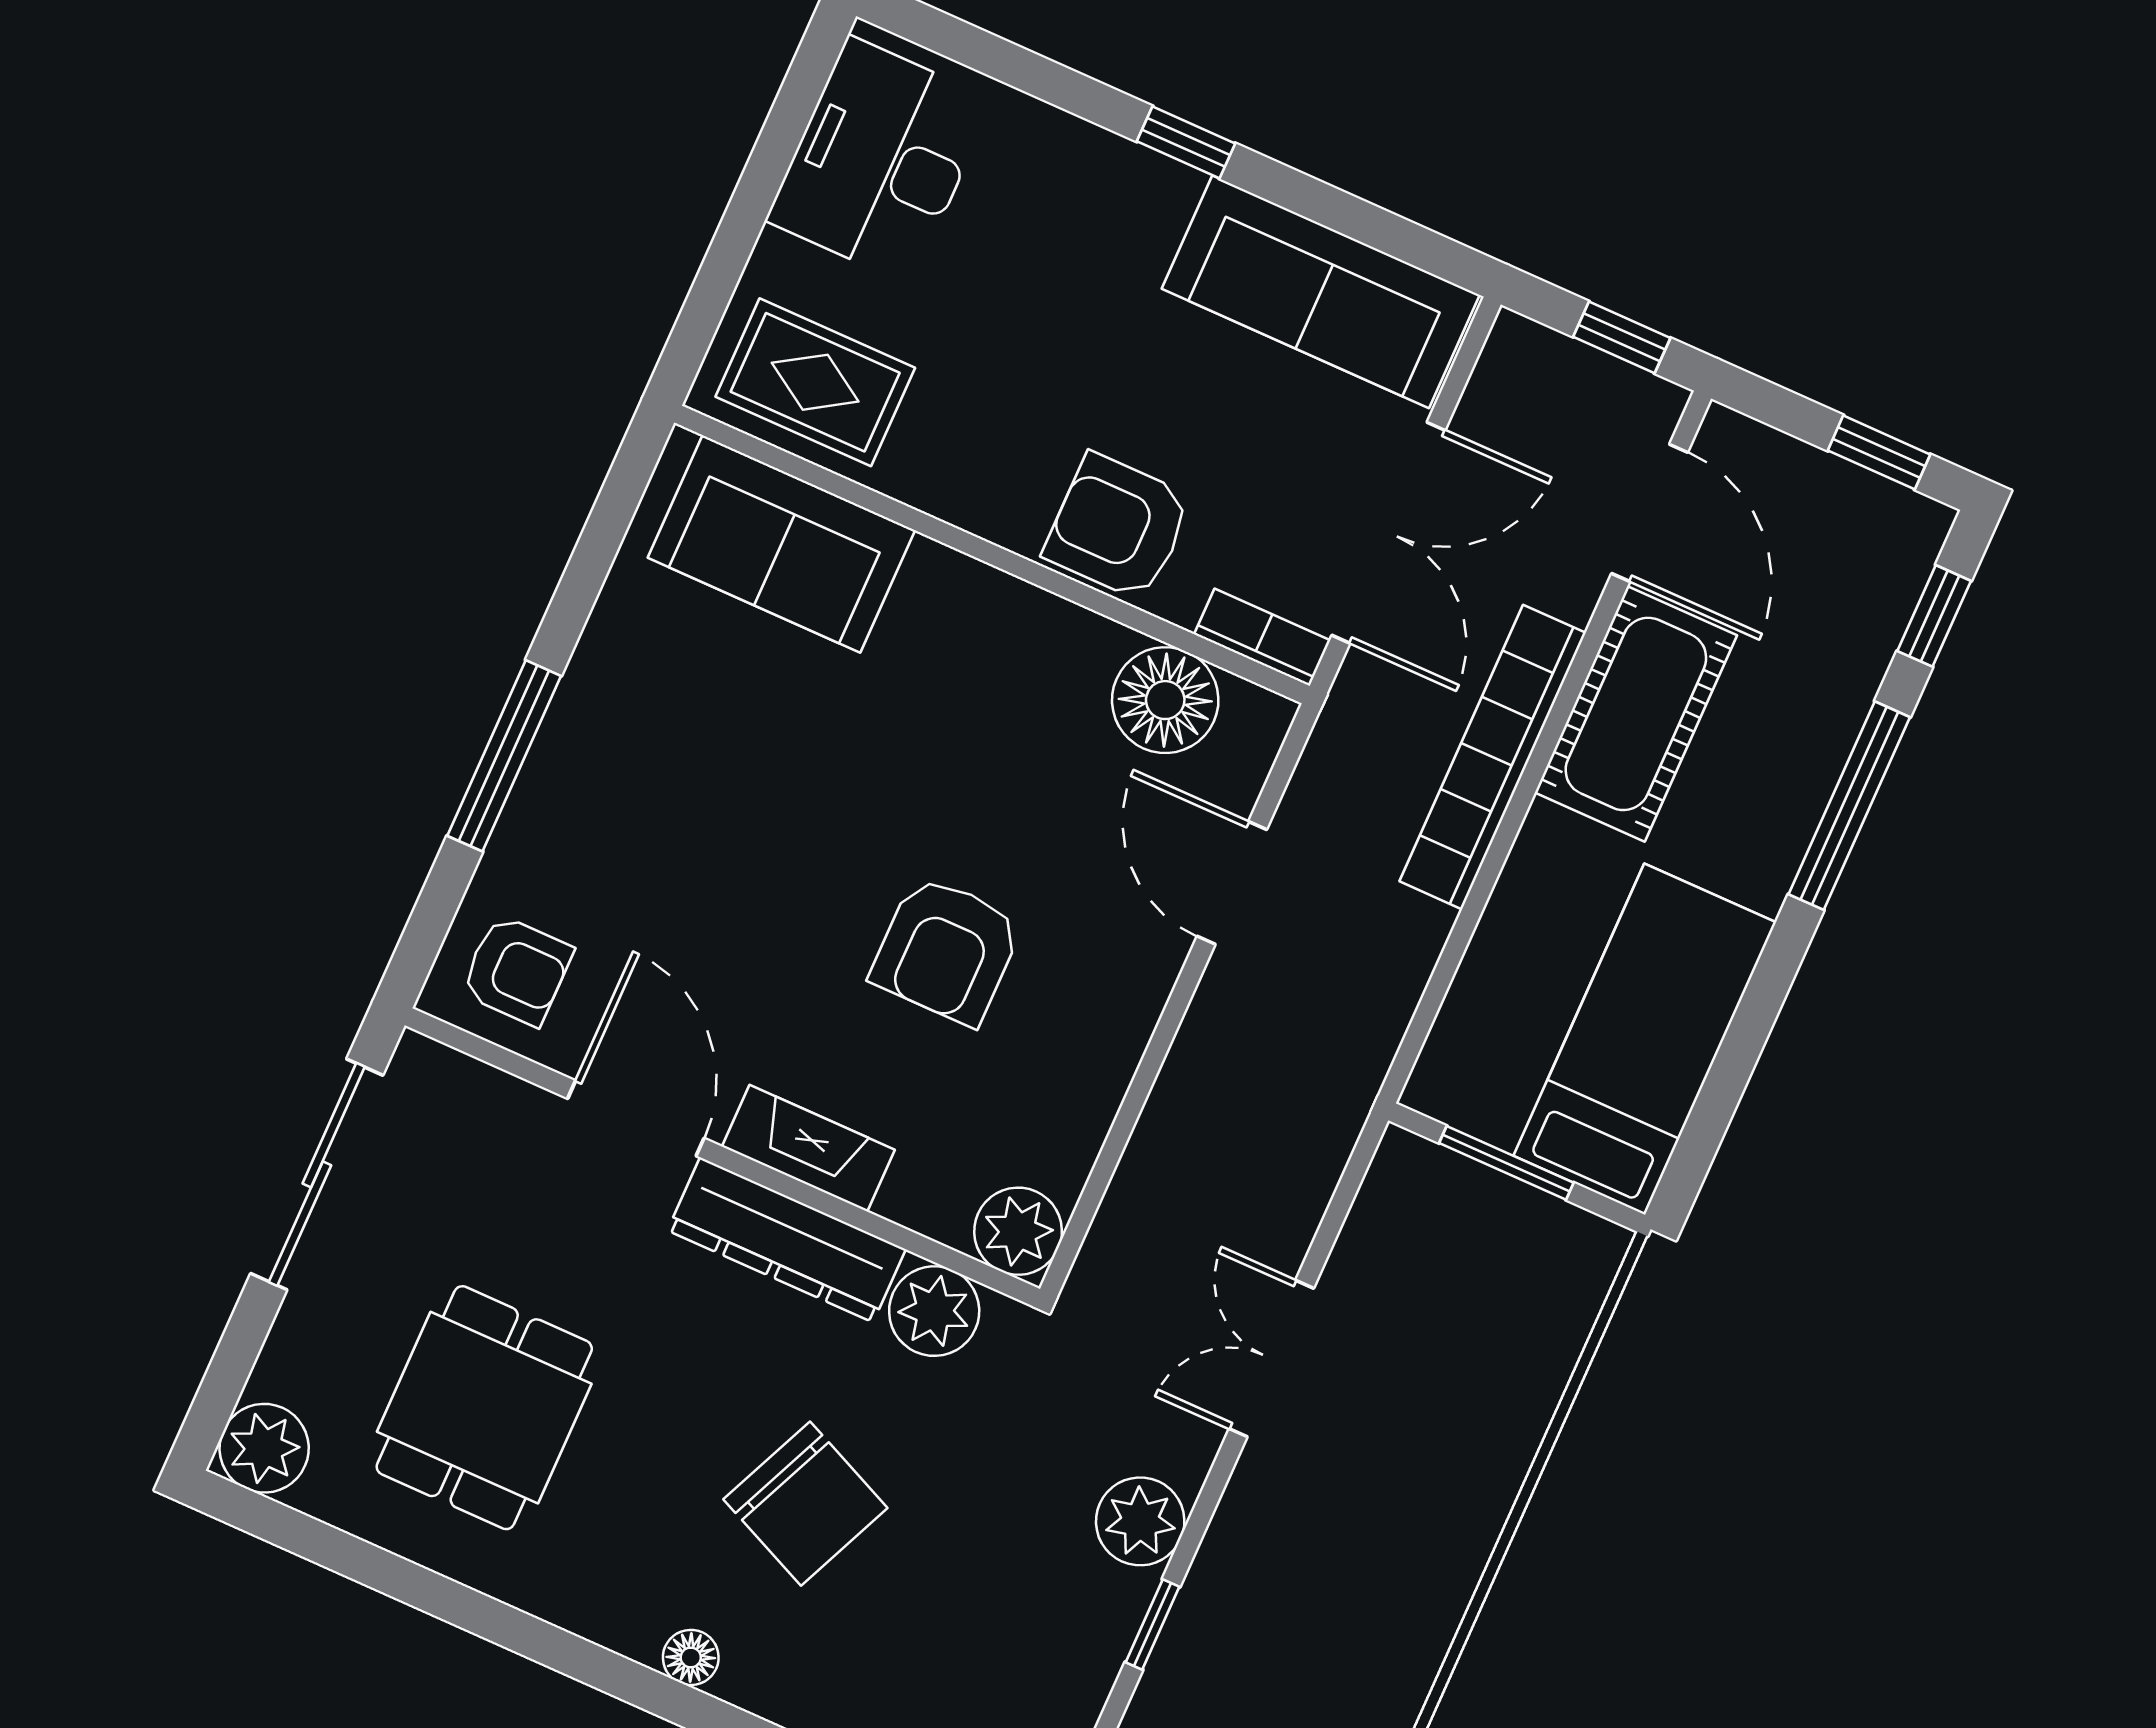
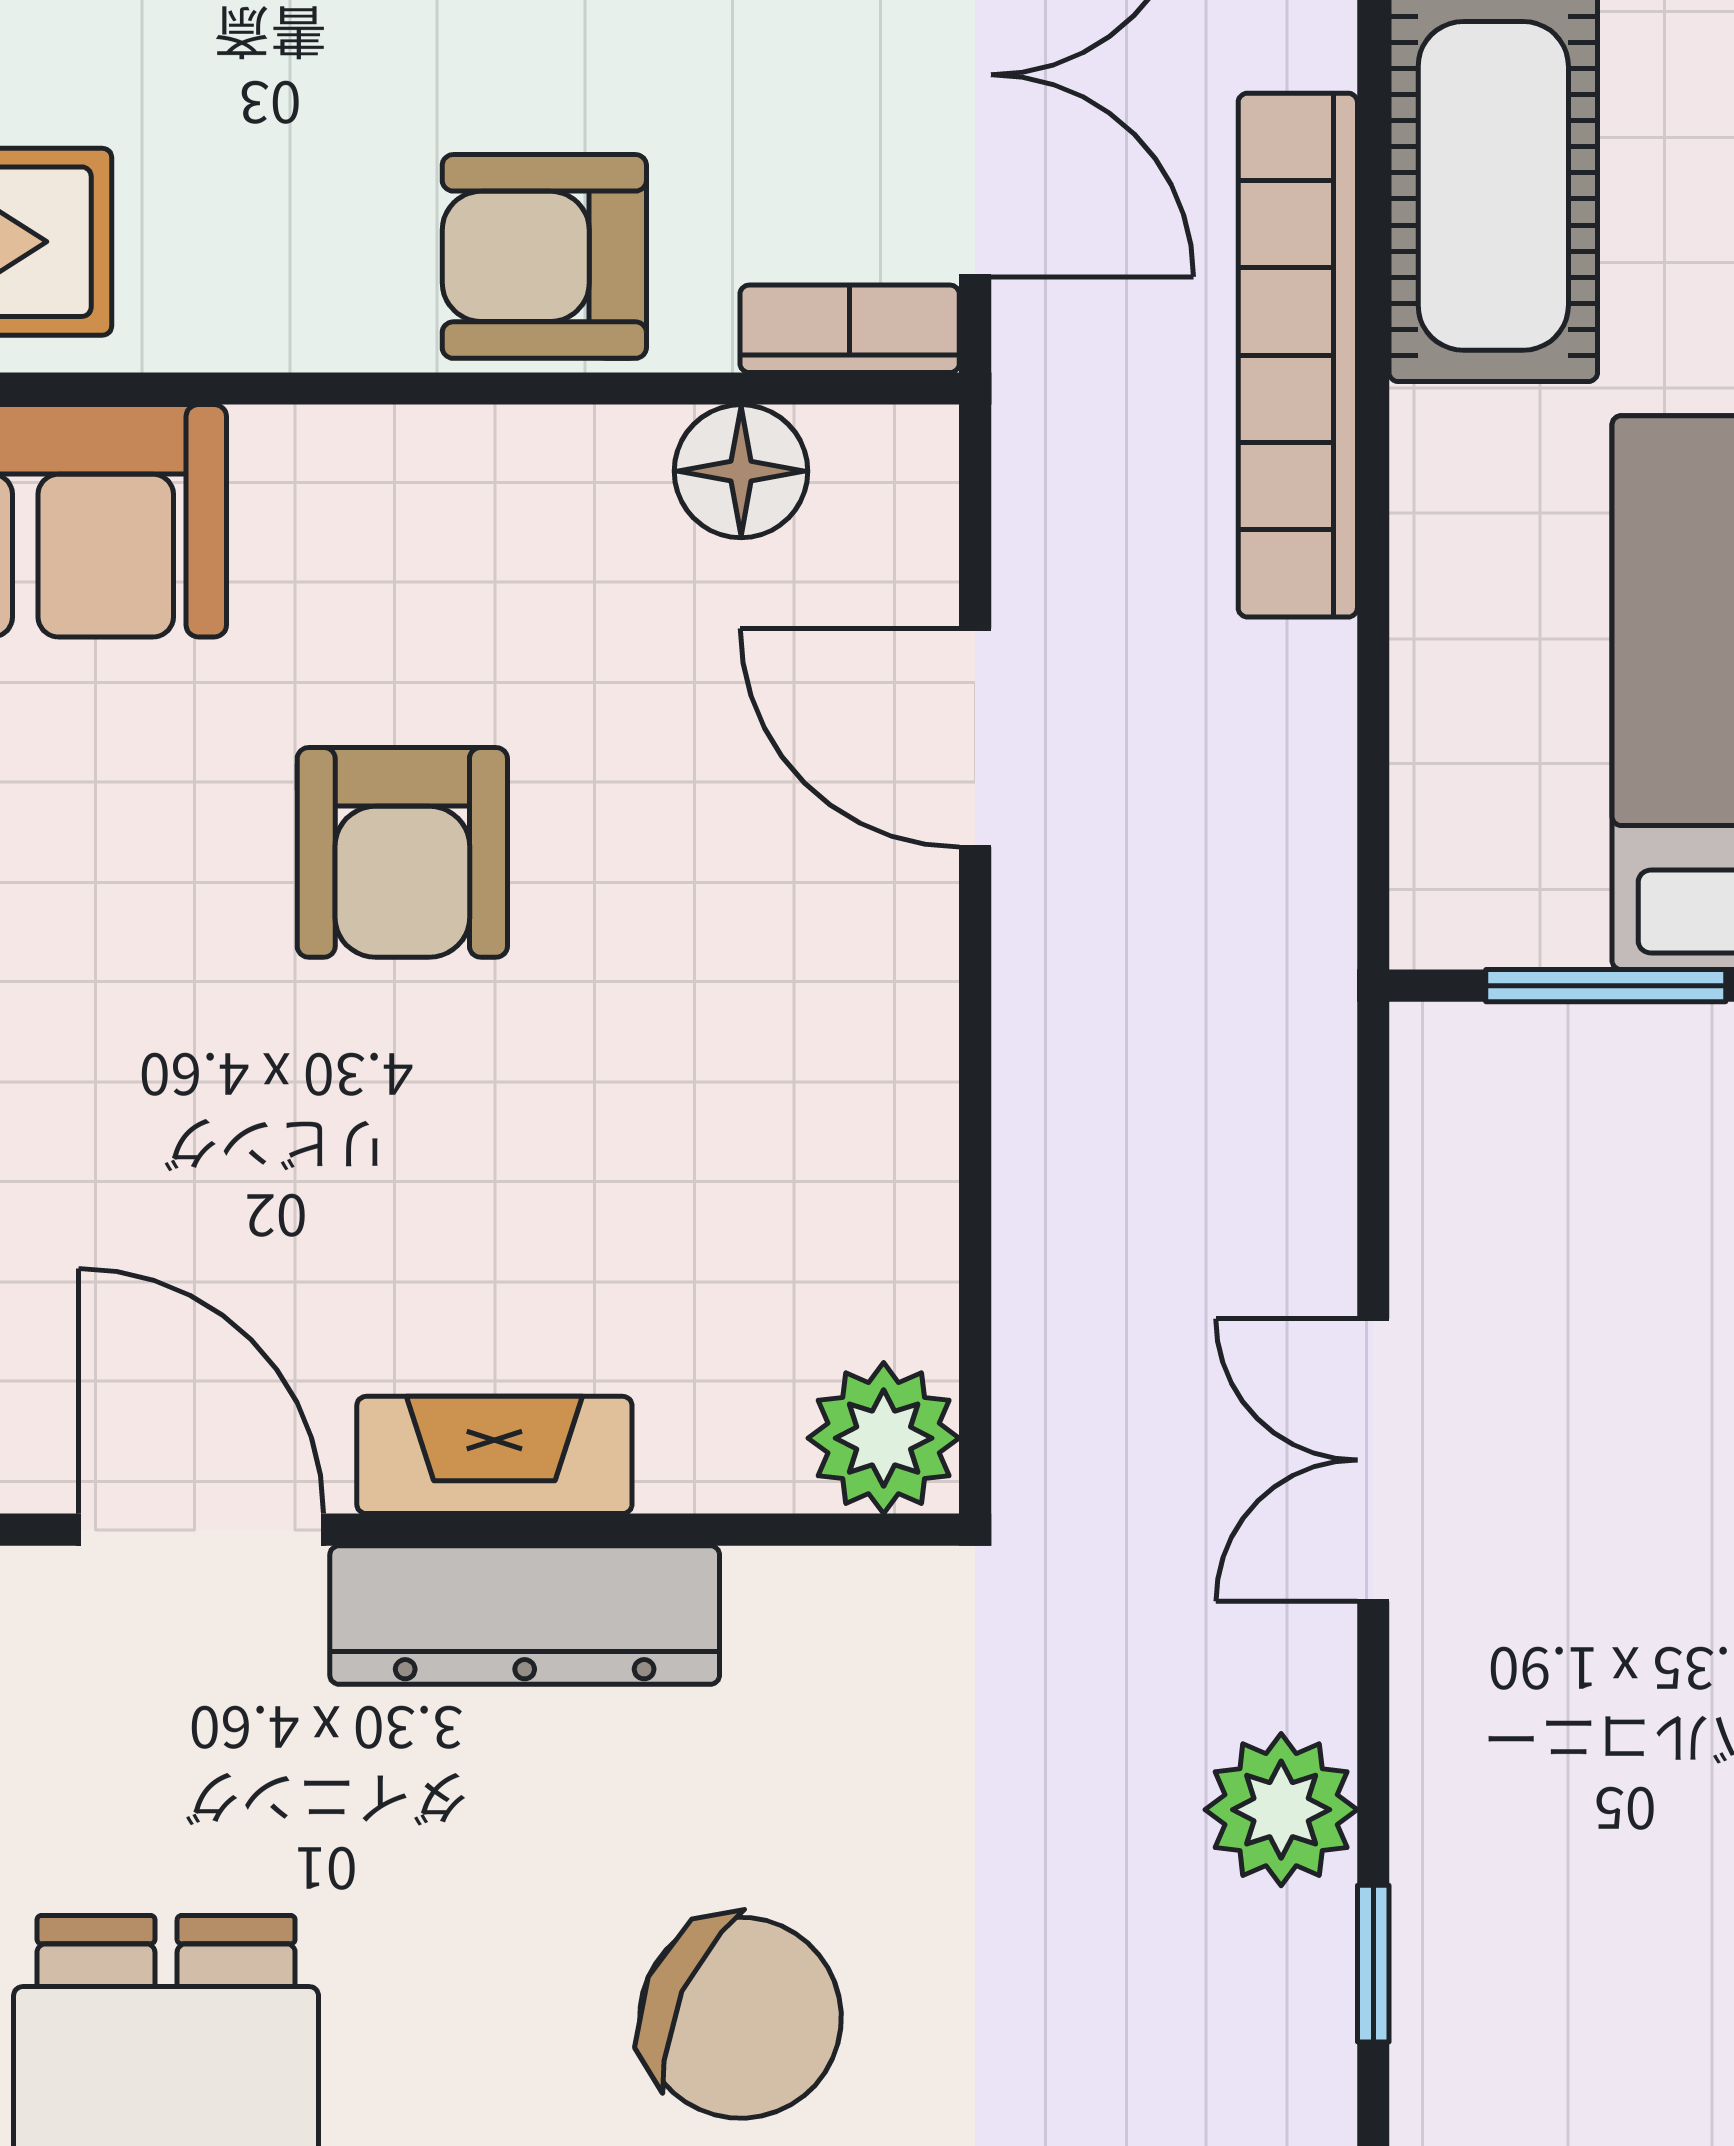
floor lamp: (1165, 700) -> (741, 471), width x0.73, depth x0.73
armchair: (946, 950) -> (402, 852), moved
plant: (934, 1311) -> (808, 1623), removed

